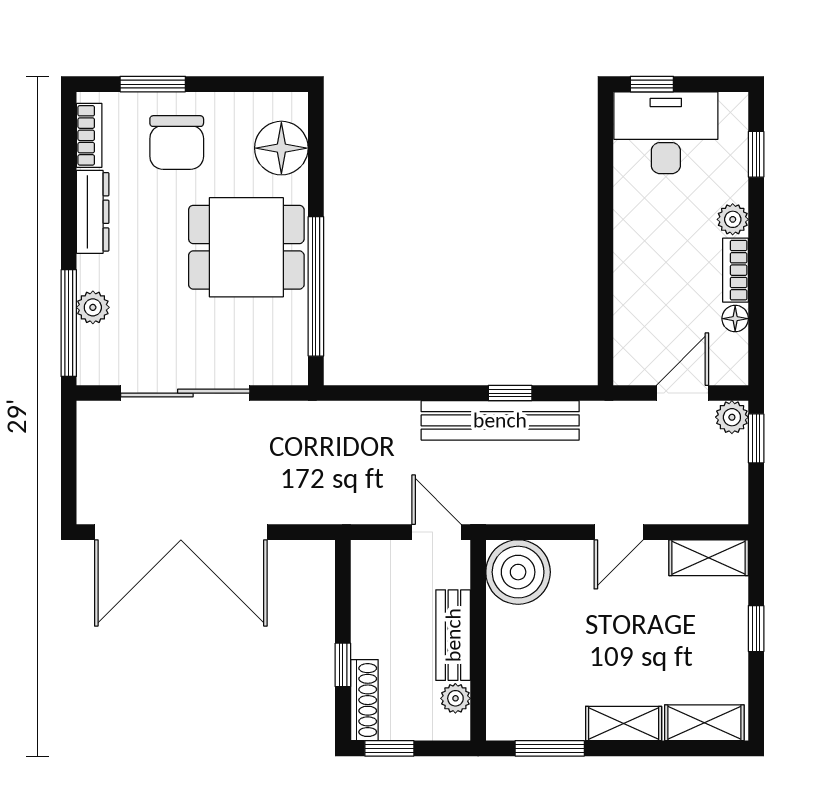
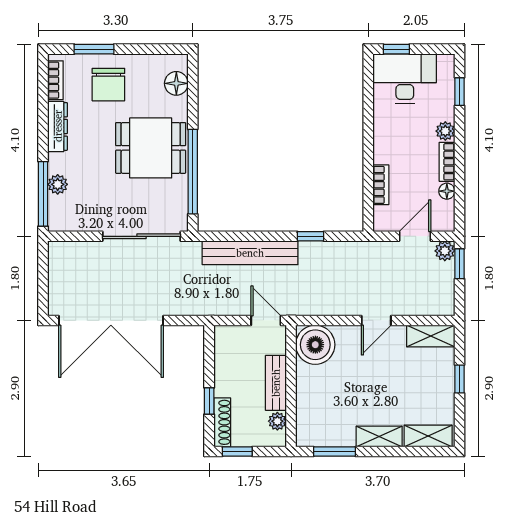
floor lamp: (281, 148) -> (176, 83), width x0.73, depth x0.73
bookcase: (626, 308) -> (381, 185), added
sliding door: (185, 393) -> (142, 236), moved
bench: (500, 420) -> (250, 253), moved

